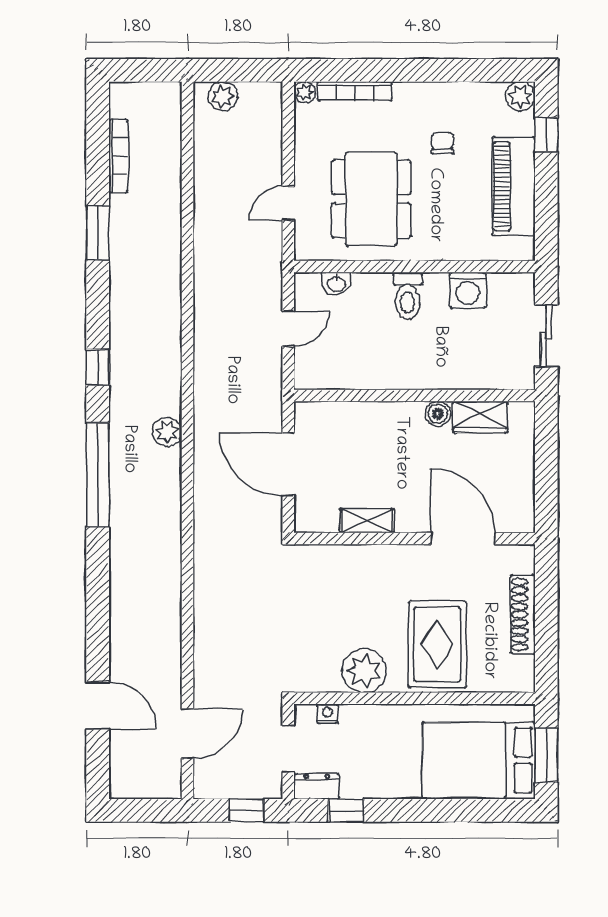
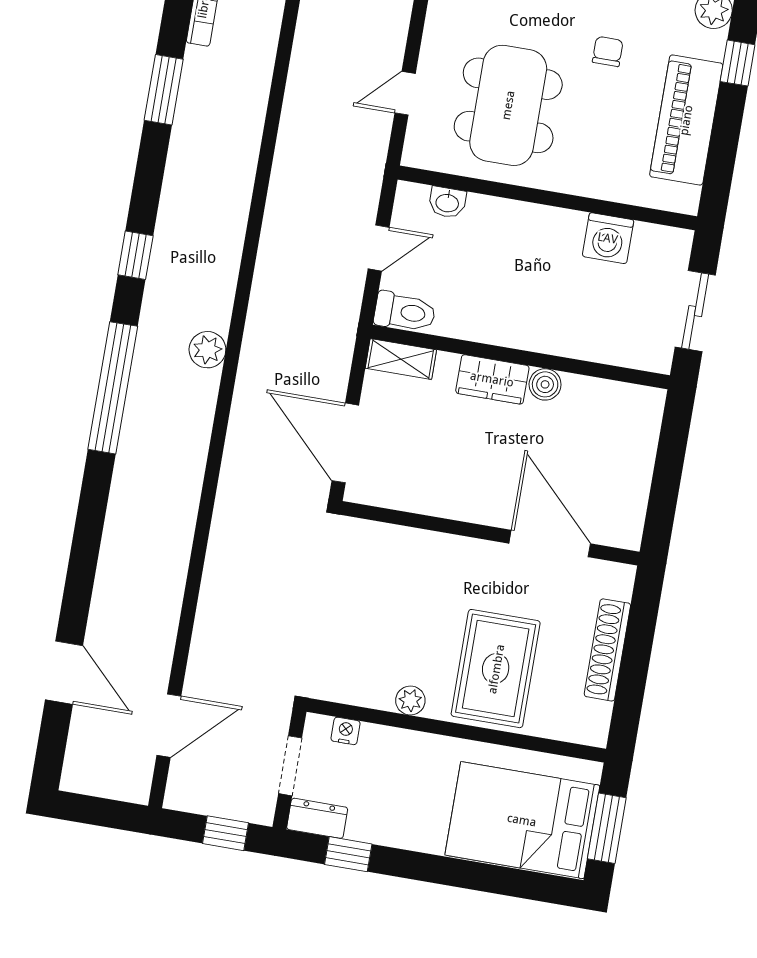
toilet: (408, 296) -> (405, 312), moved, turned -90
wardrobe: (480, 417) -> (492, 379), moved
door: (288, 464) -> (345, 443), moved
shelving: (367, 521) -> (401, 359), moved
plant: (364, 671) -> (410, 701), width x0.53, depth x0.53

